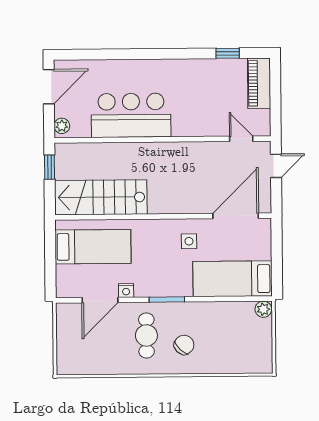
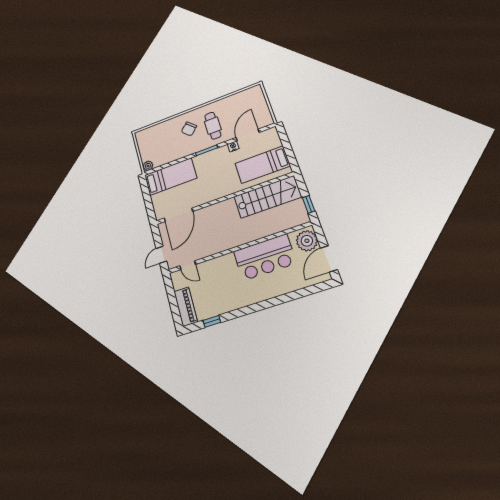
plant: (62, 126) -> (307, 241), width x1.87, depth x1.87
side table: (189, 241) -> (203, 189), removed

